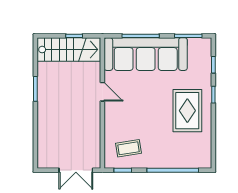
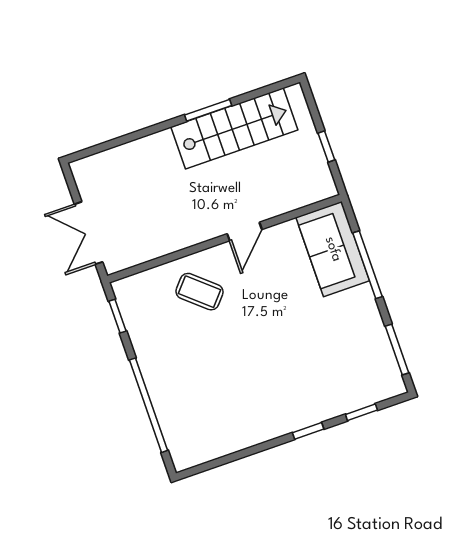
stairs: (69, 50) -> (234, 128), moved, turned -90
sofa: (146, 54) -> (333, 249), width x0.54, depth x0.79
rug: (187, 111) -> (264, 394), removed
coffee table: (128, 148) -> (199, 292), moved, turned -40

